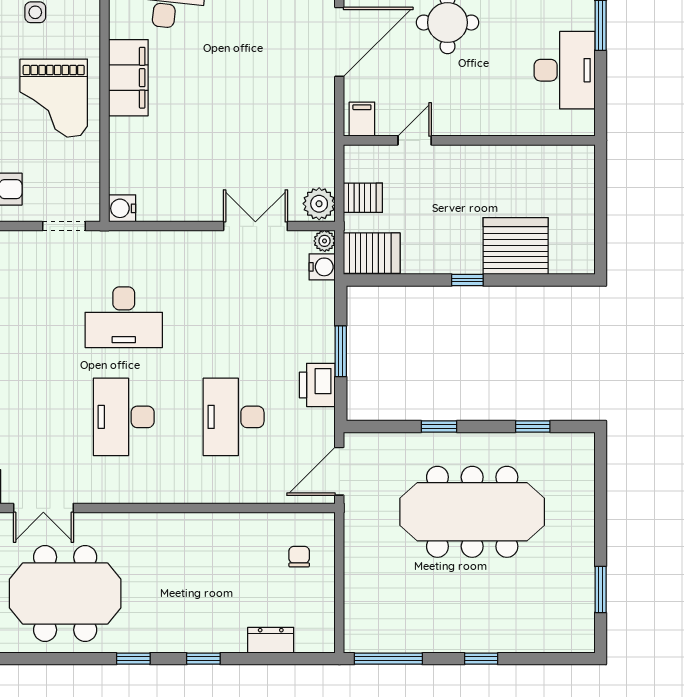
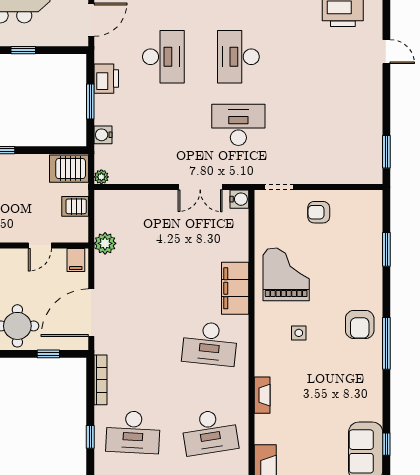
plant: (319, 204) -> (105, 243), moved
double door: (255, 226) -> (200, 187), moved
water cooler: (322, 267) -> (103, 135), moved
desk: (124, 417) -> (238, 57), turned 180

